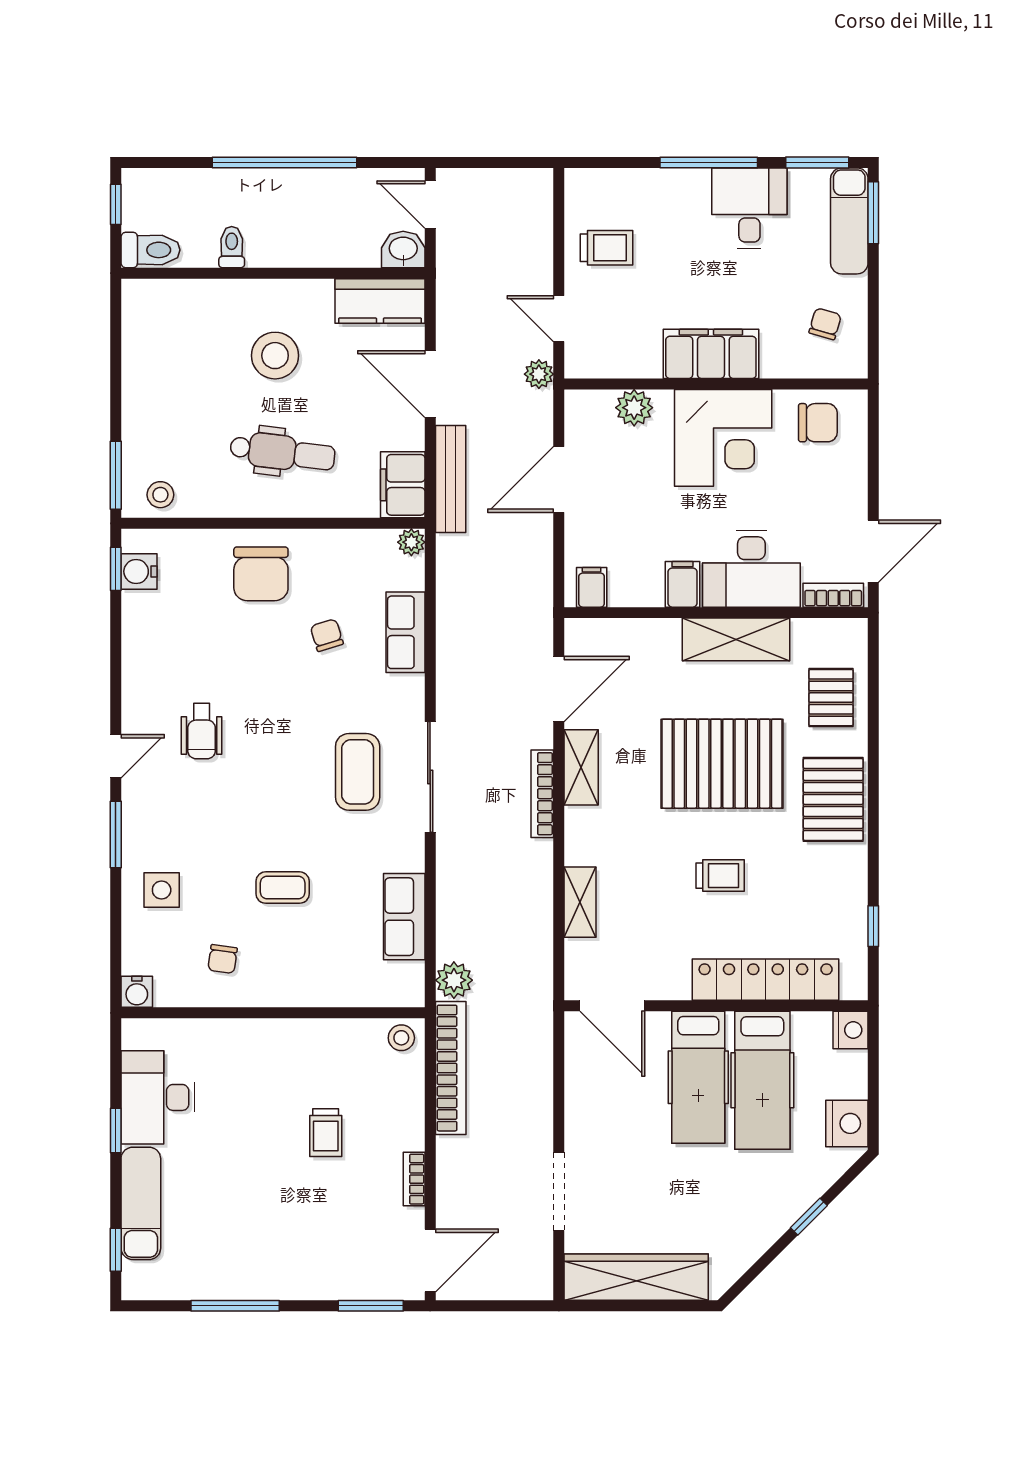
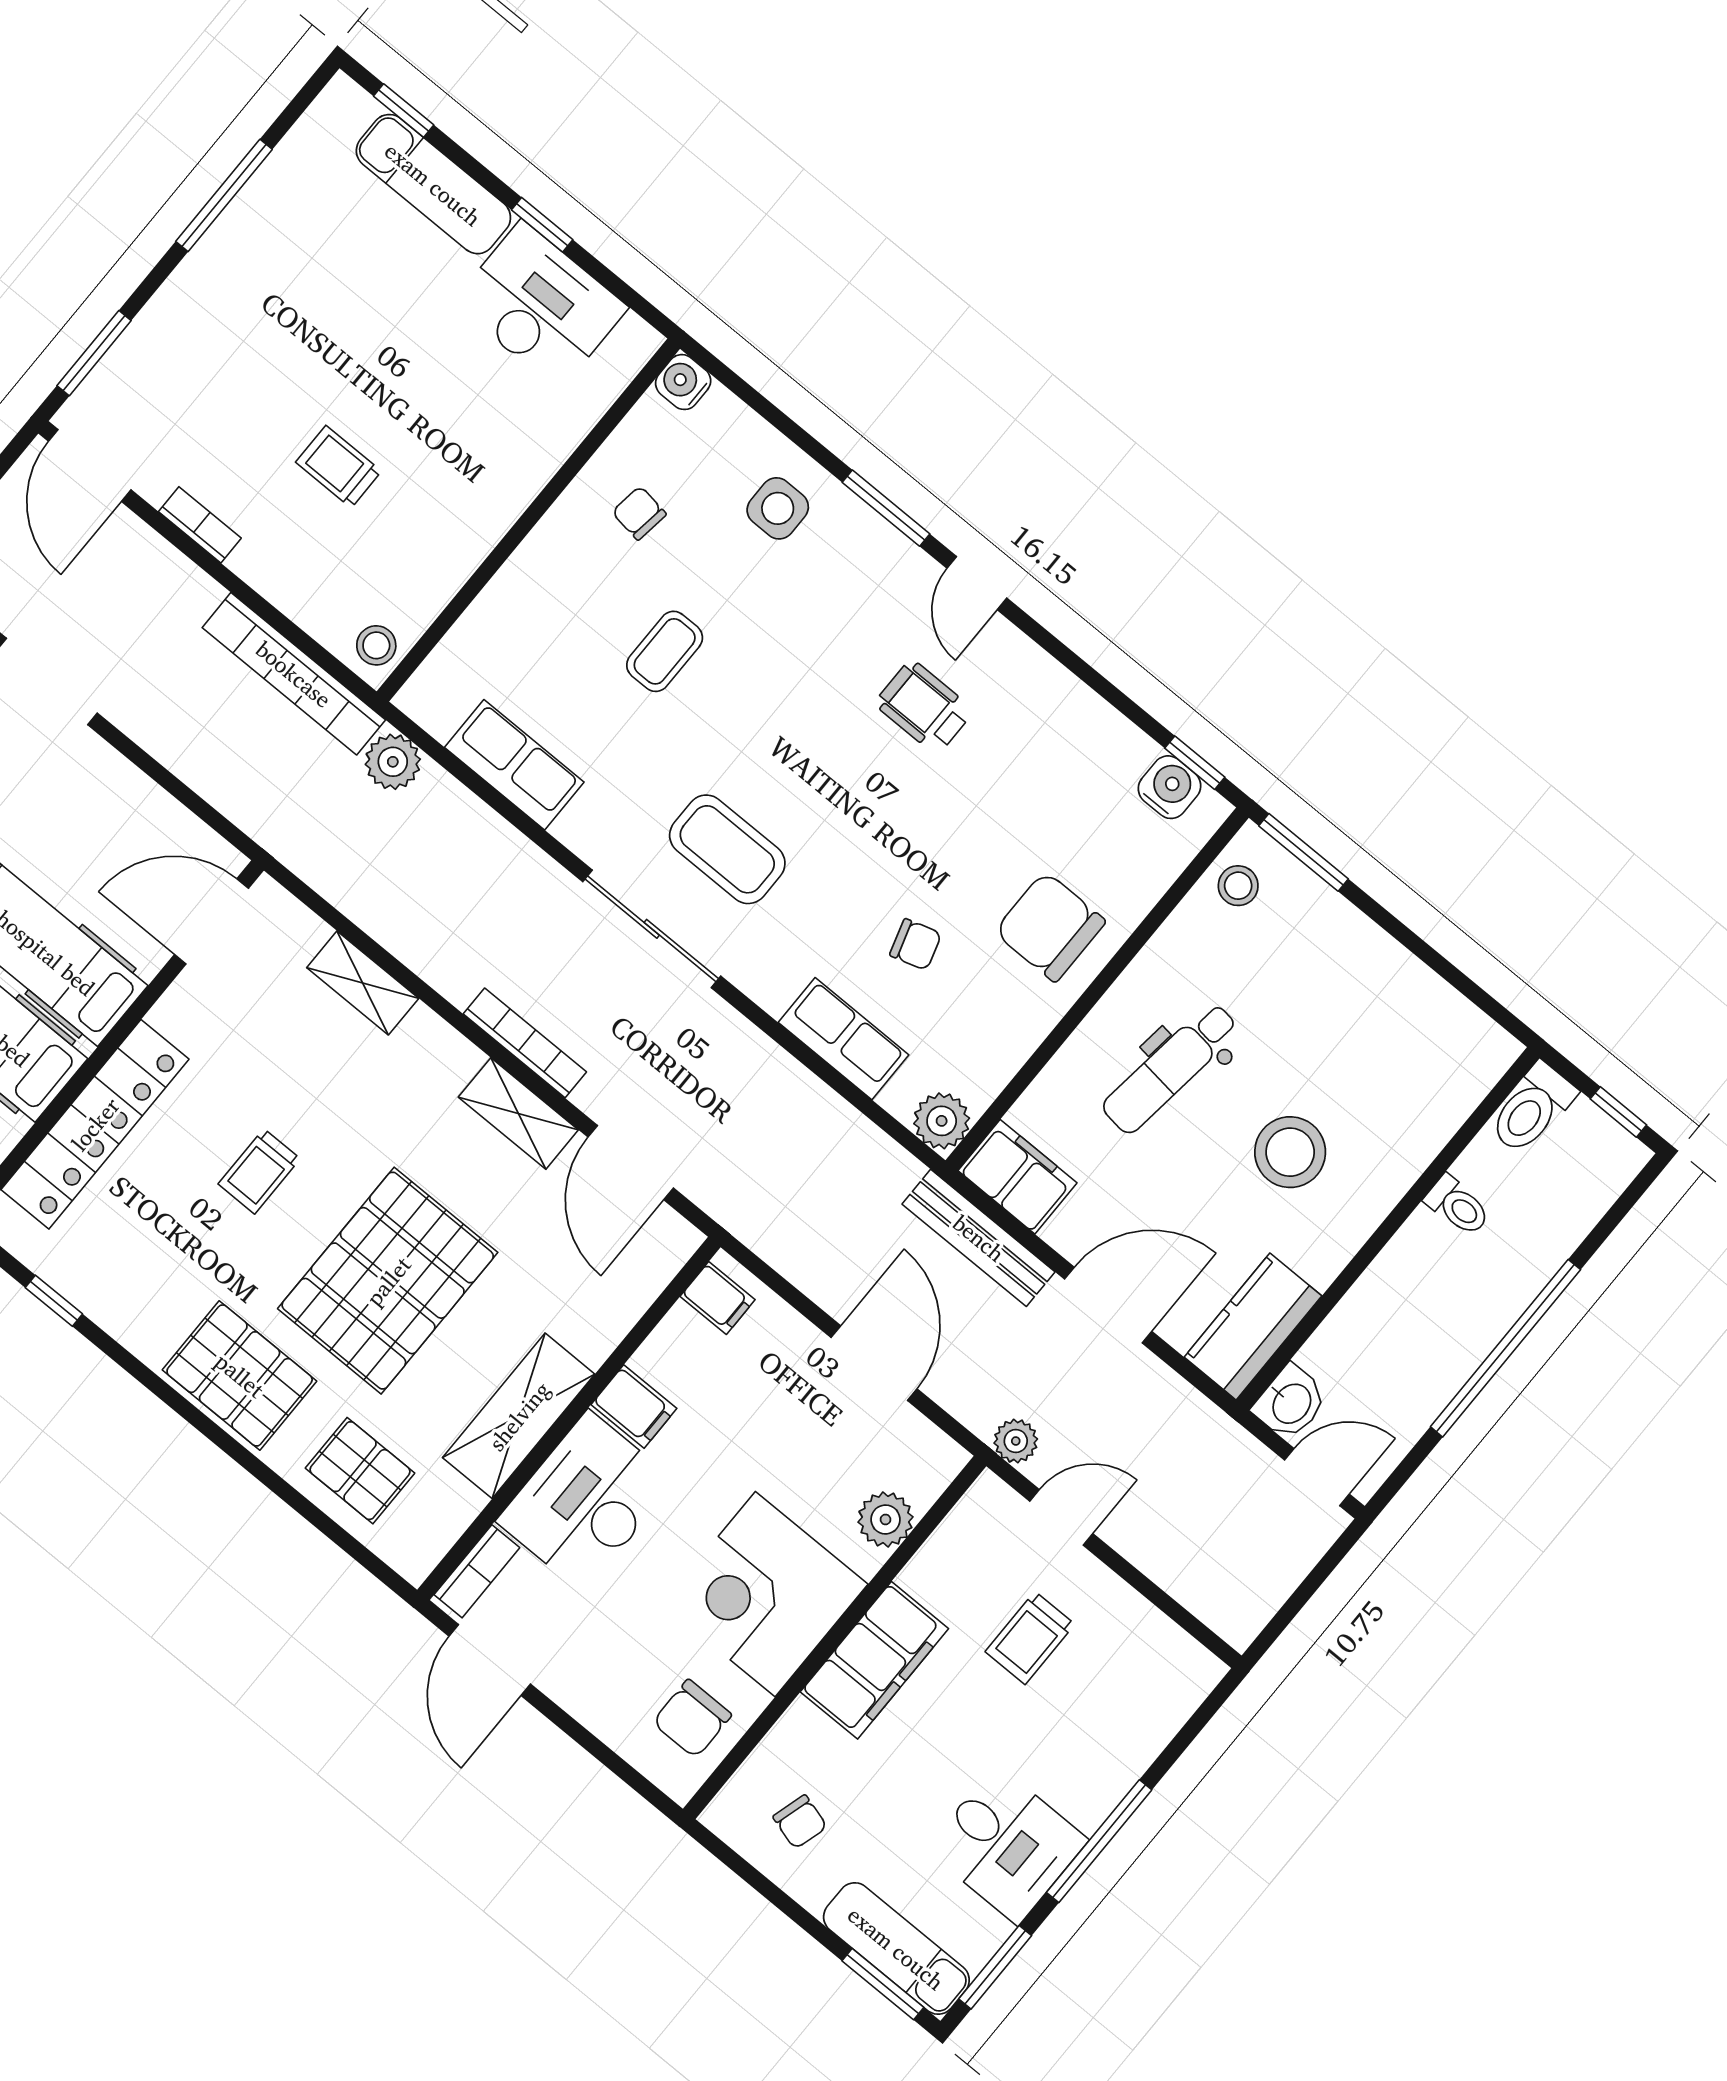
trolley: (606, 248) -> (1030, 1638), moved
plant: (411, 542) -> (942, 1121), width x1.38, depth x1.38

